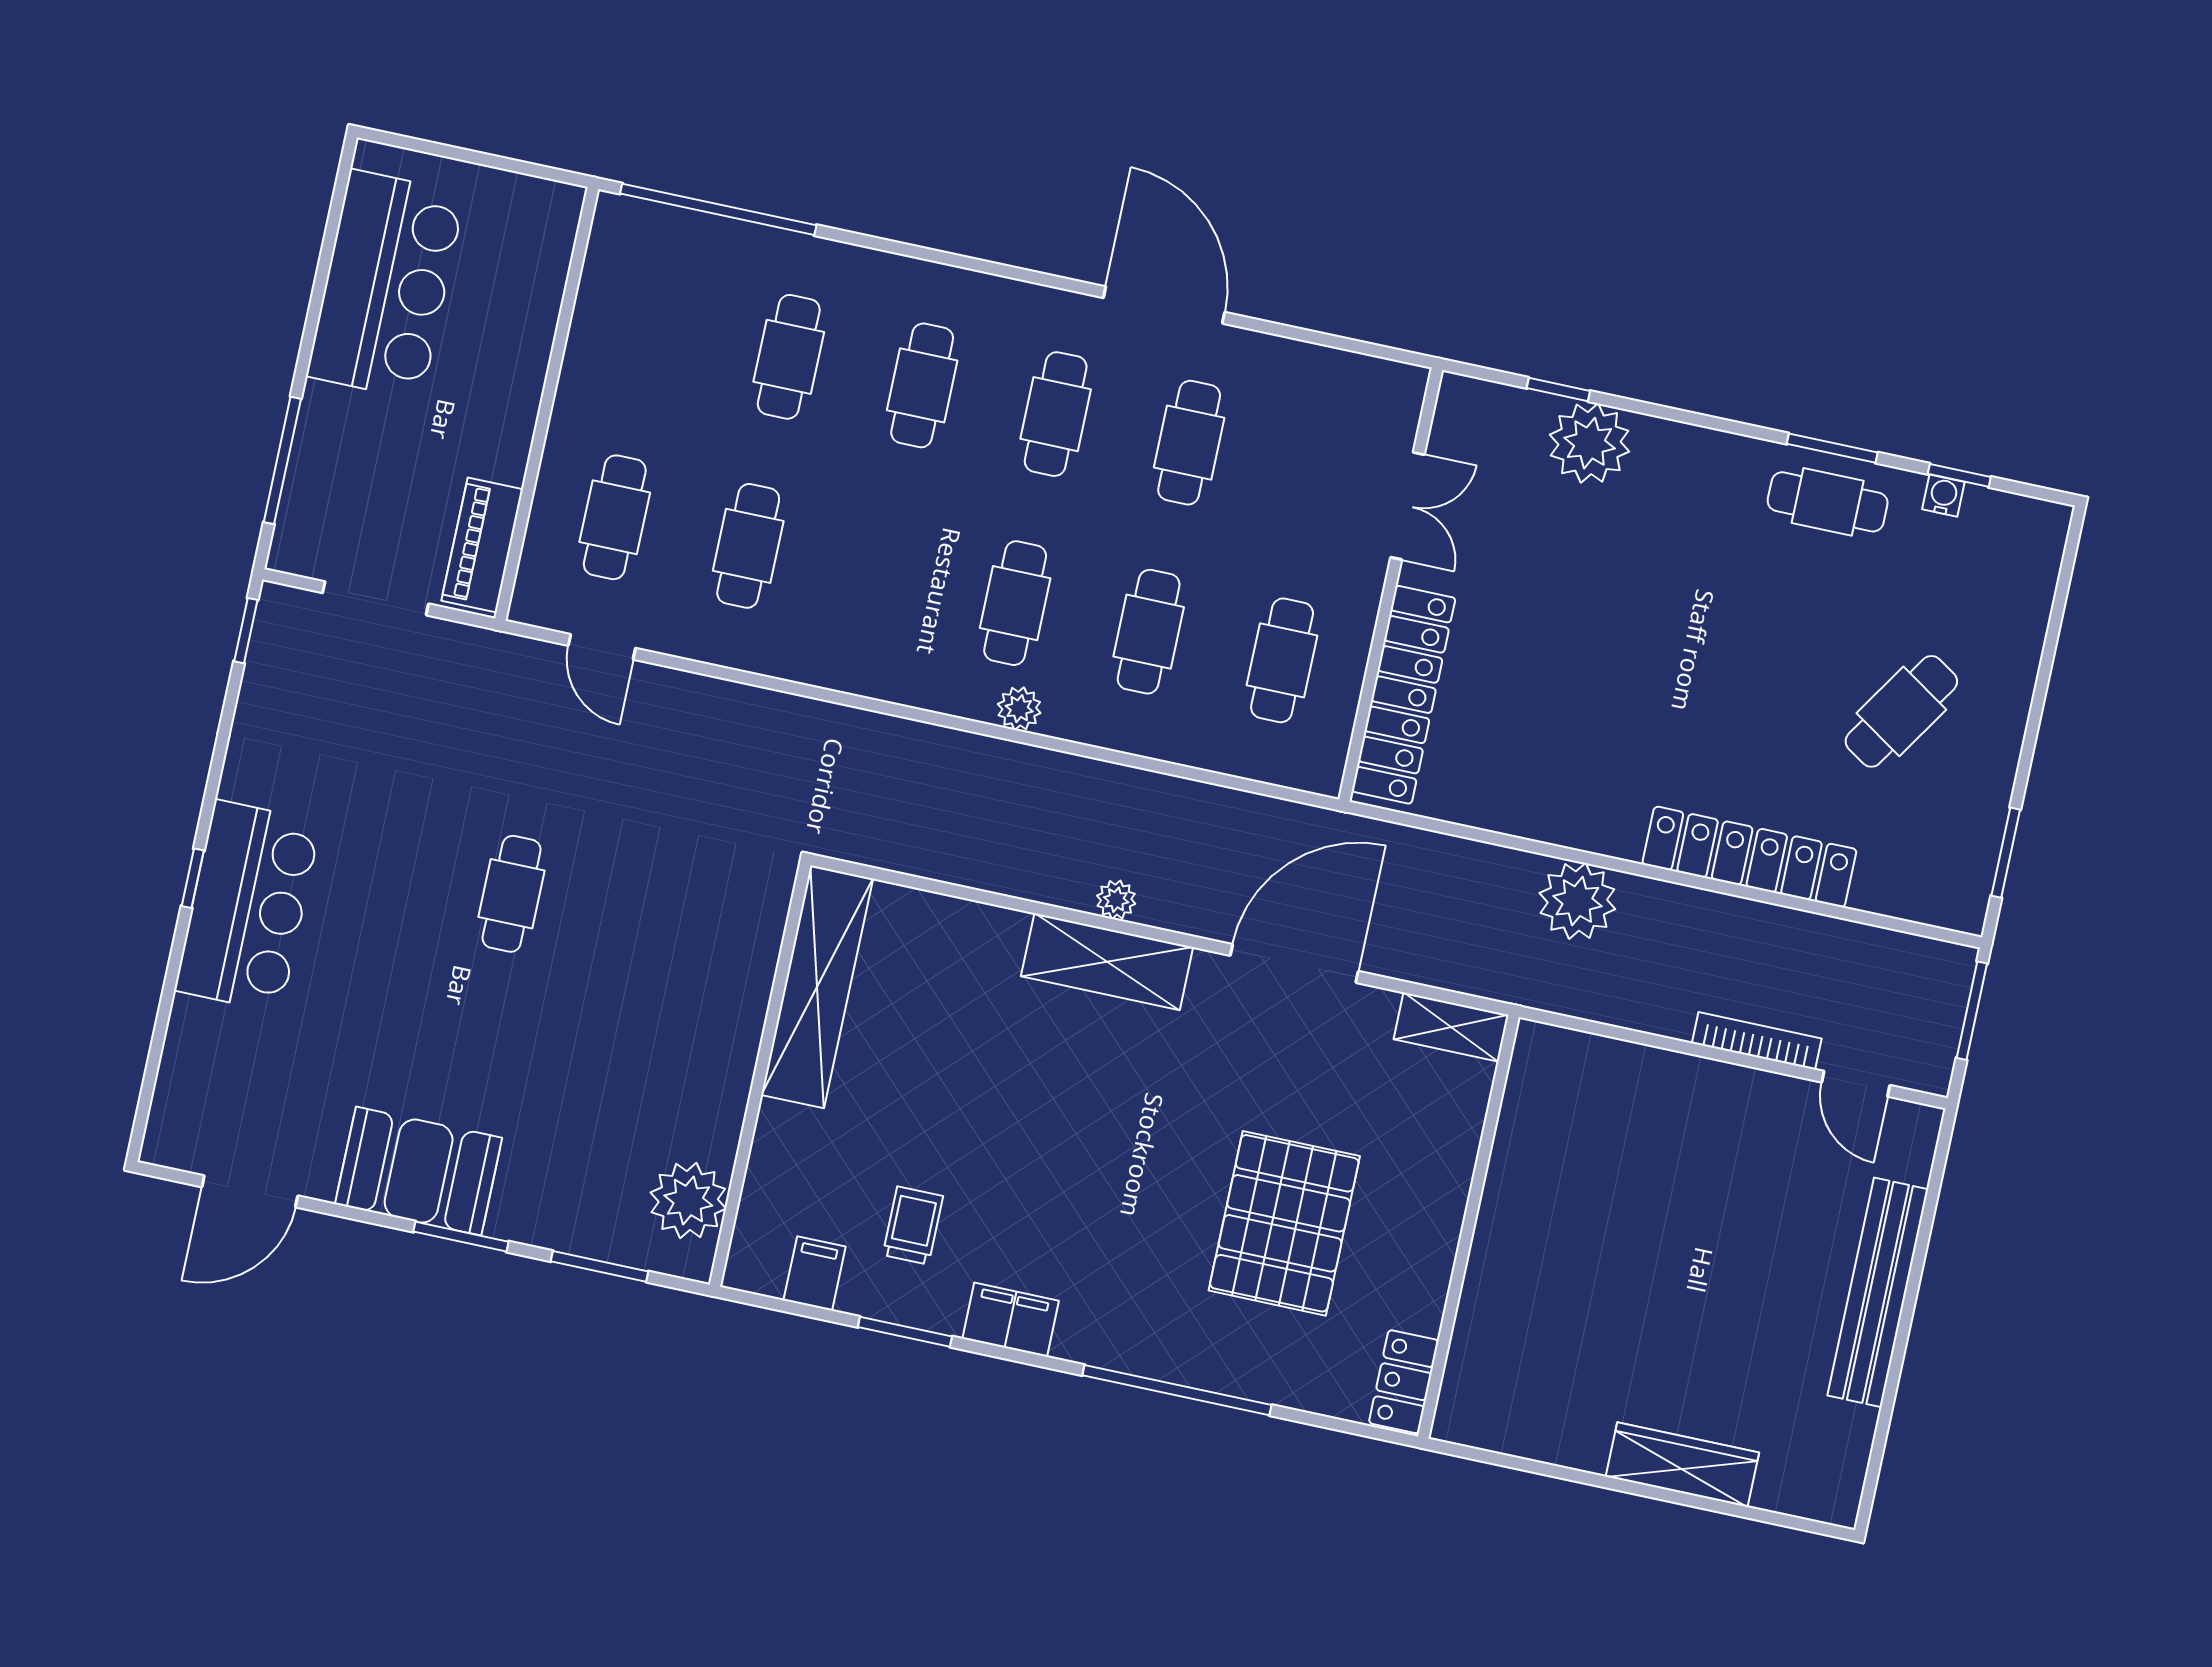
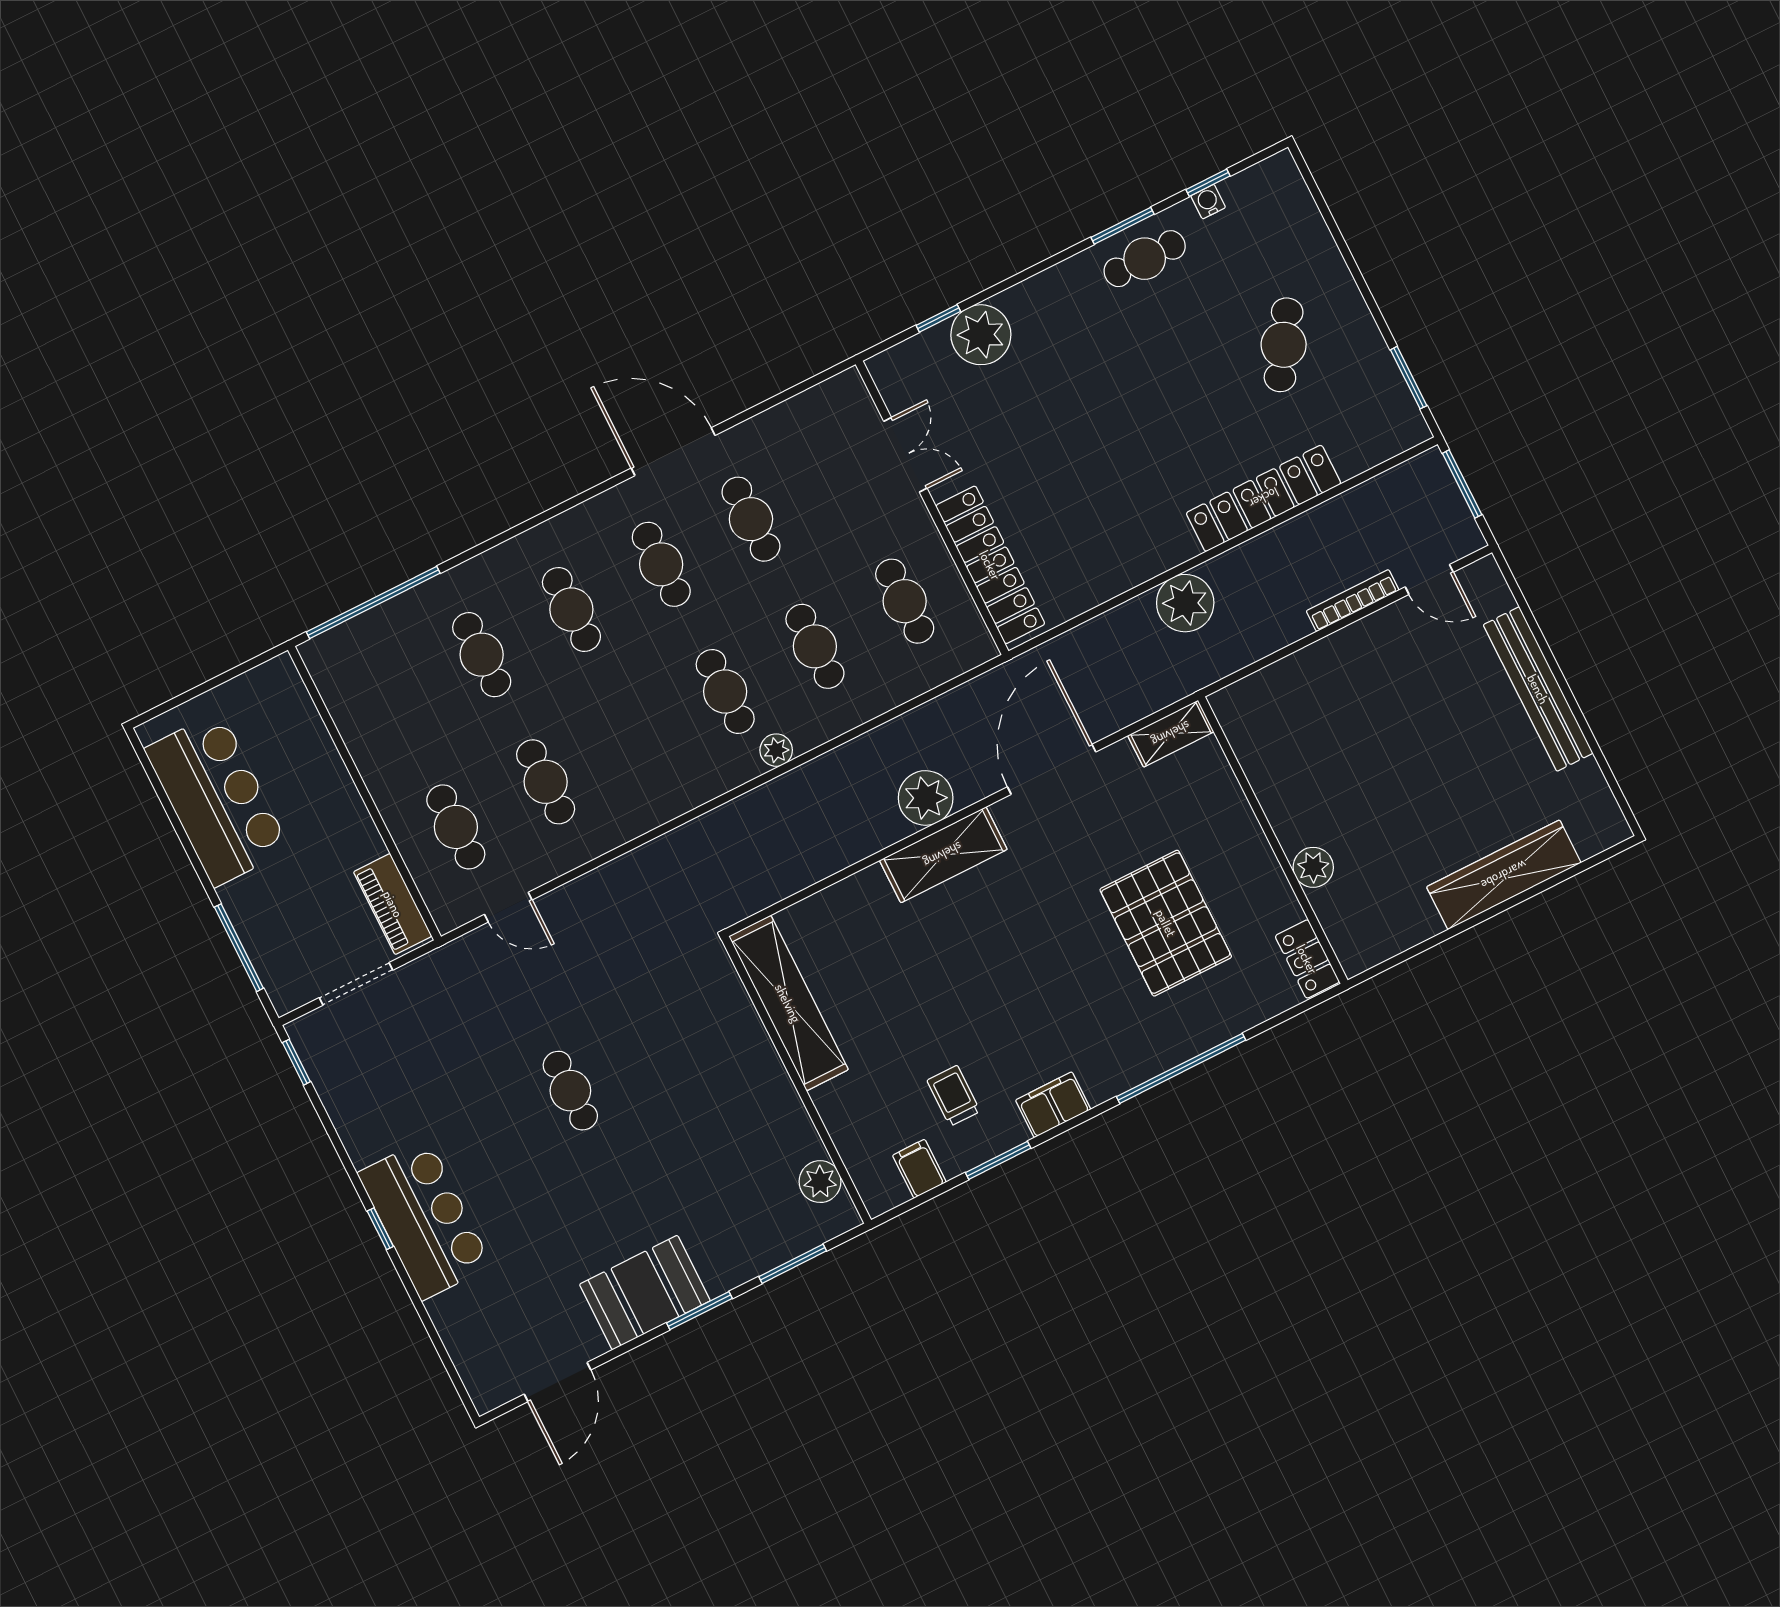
plant: (1116, 900) -> (926, 798), width x1.88, depth x1.88
plant: (688, 1200) -> (820, 1182), width x0.73, depth x0.73
plant: (1488, 1290) -> (1313, 867), added
wardrobe: (1682, 1465) -> (1504, 875), width x1.40, depth x1.17

